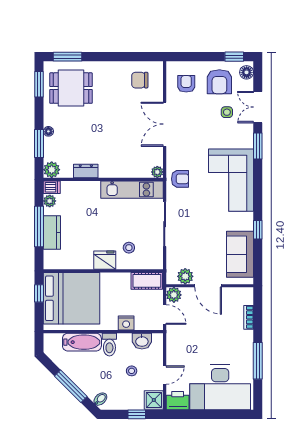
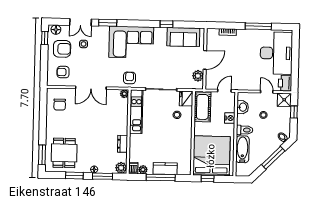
window: (39, 84) -> (74, 176), moved
fridge: (105, 260) -> (186, 99), moved
cot: (147, 281) -> (202, 107), width x1.37, depth x1.34
plant: (174, 295) -> (211, 84), removed

